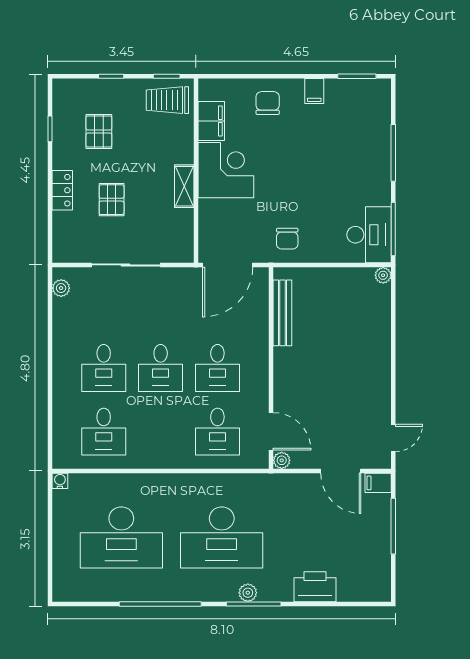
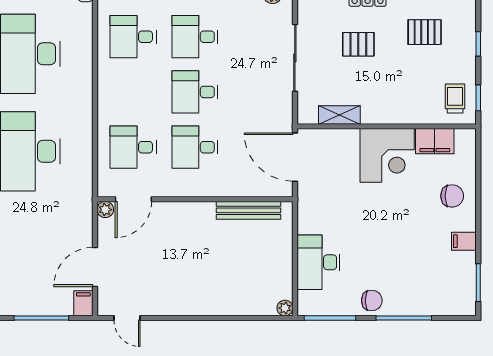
trolley: (167, 100) -> (455, 98), width x0.73, depth x0.72
shelving: (184, 186) -> (339, 115), moved
desk: (369, 235) -> (318, 262), moved, turned 90
chair: (287, 239) -> (372, 301), moved, turned 180

